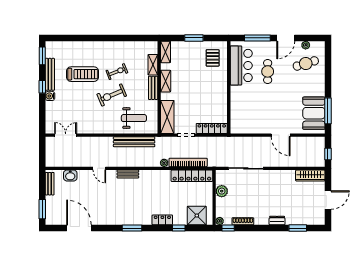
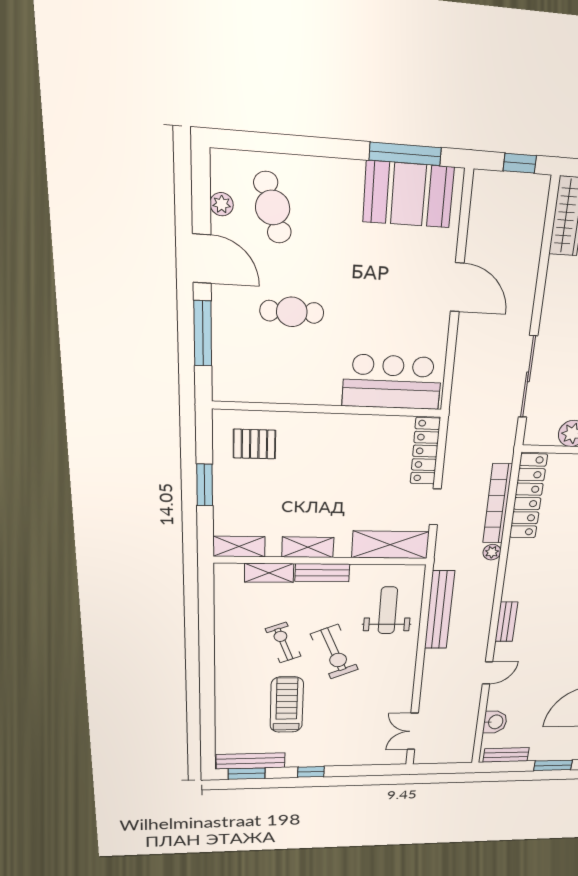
bar counter: (241, 65) -> (392, 382), moved
bench: (50, 74) -> (251, 761), moved
water cooler: (50, 96) -> (330, 759), removed
door: (281, 135) -> (457, 287), hinge flipped

